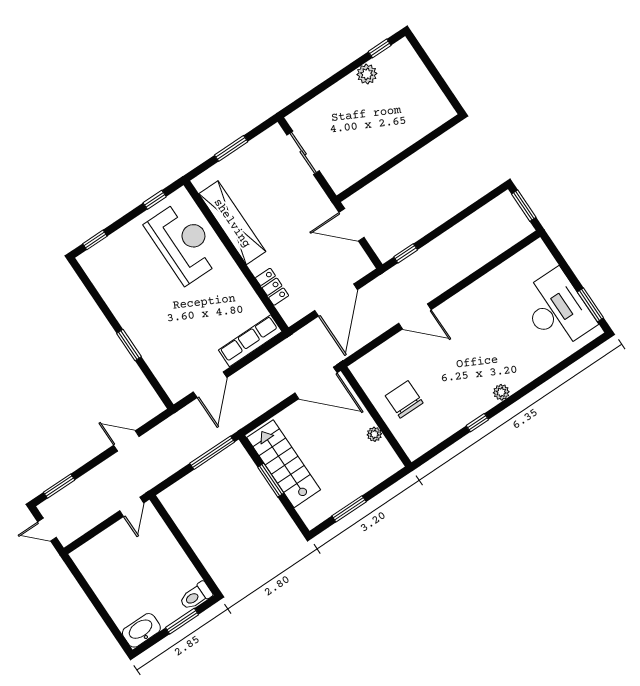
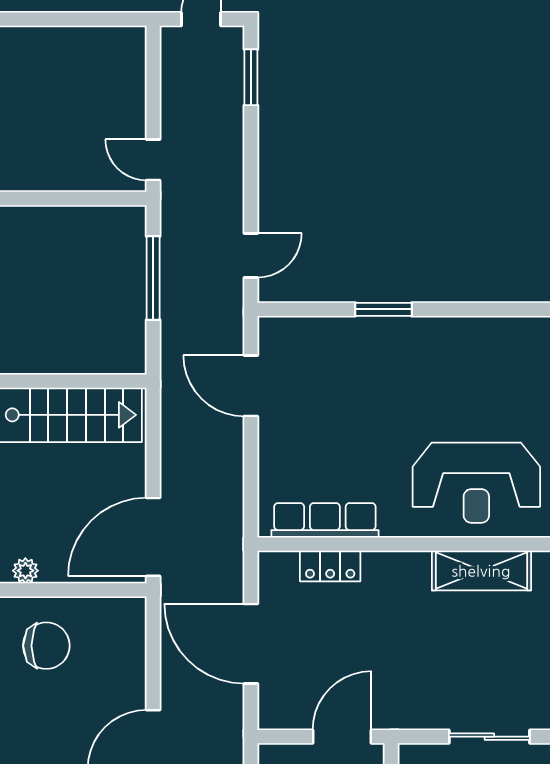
shelving: (232, 223) -> (481, 571), width x0.68
row of seats: (250, 341) -> (325, 520), moved, turned -90
door: (126, 441) -> (251, 255), moved
window: (212, 453) -> (153, 278), moved
window: (271, 480) -> (59, 381), removed

